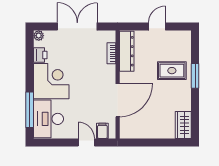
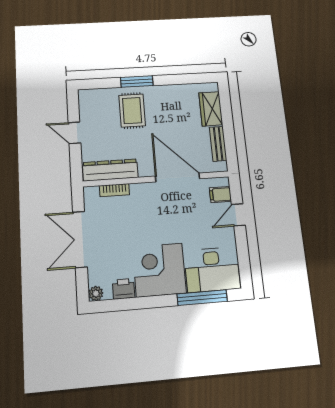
wardrobe: (183, 125) -> (211, 109), moved, turned 90
bench: (141, 133) -> (218, 144), added

